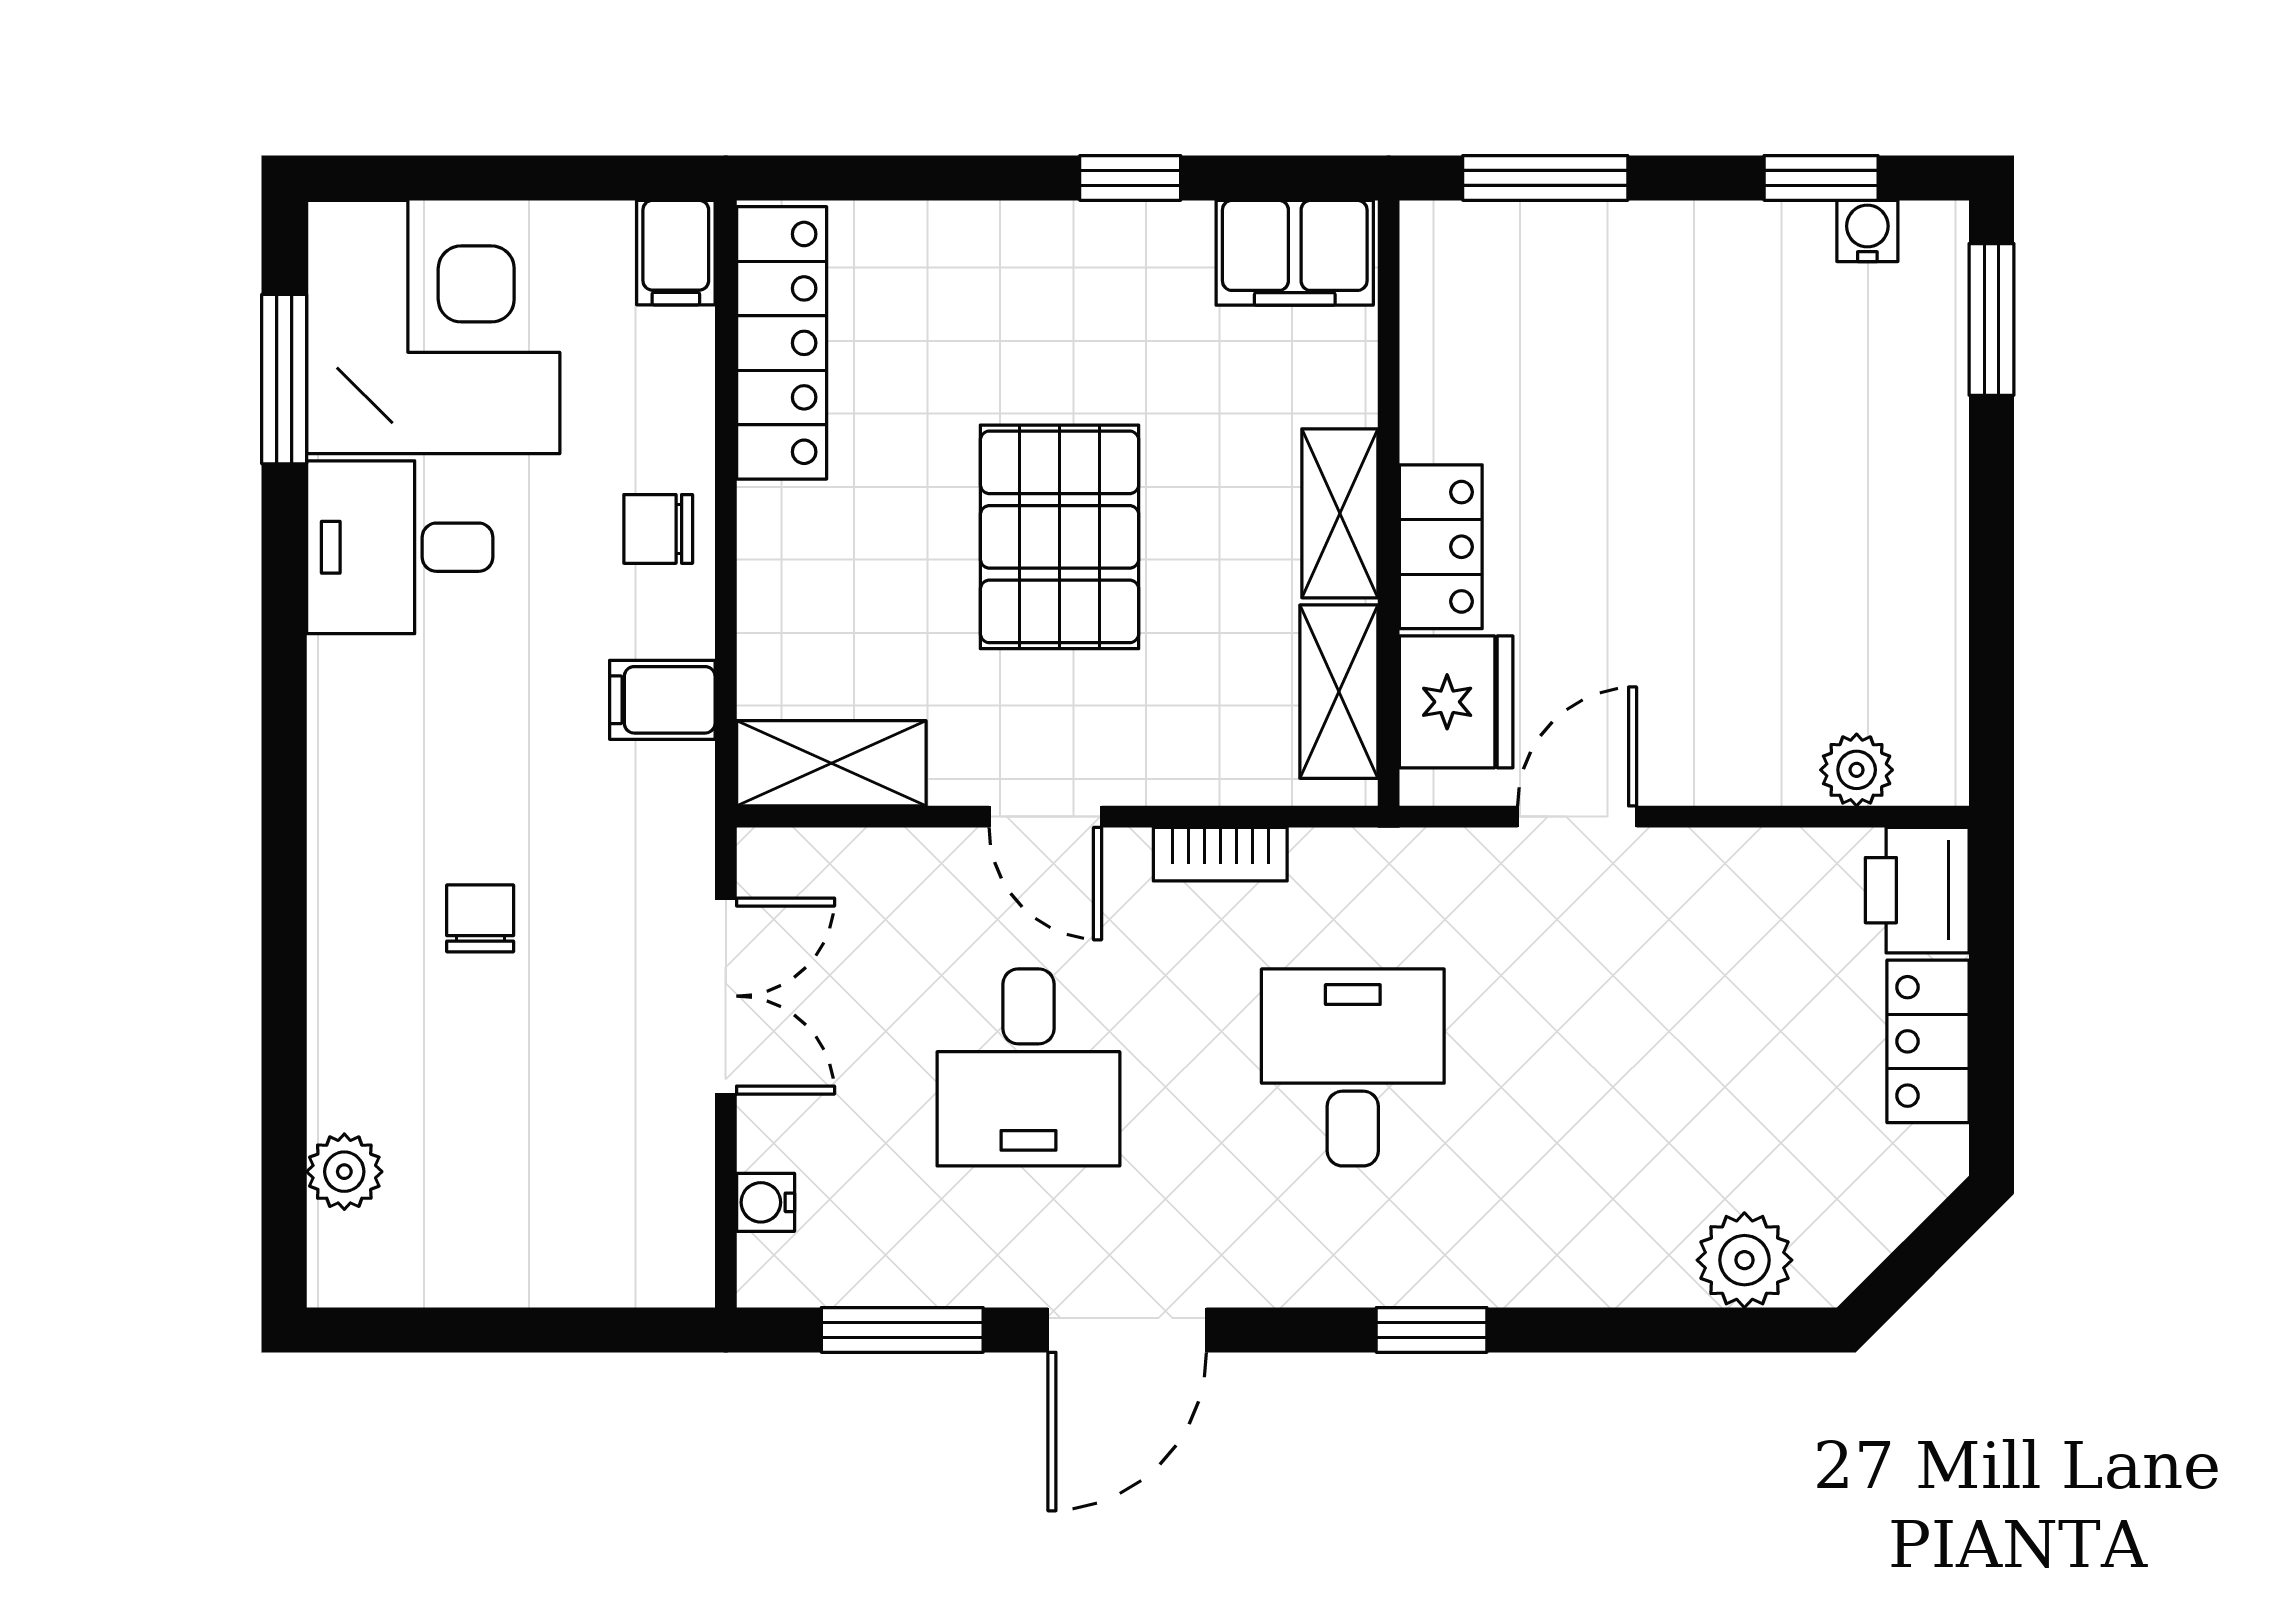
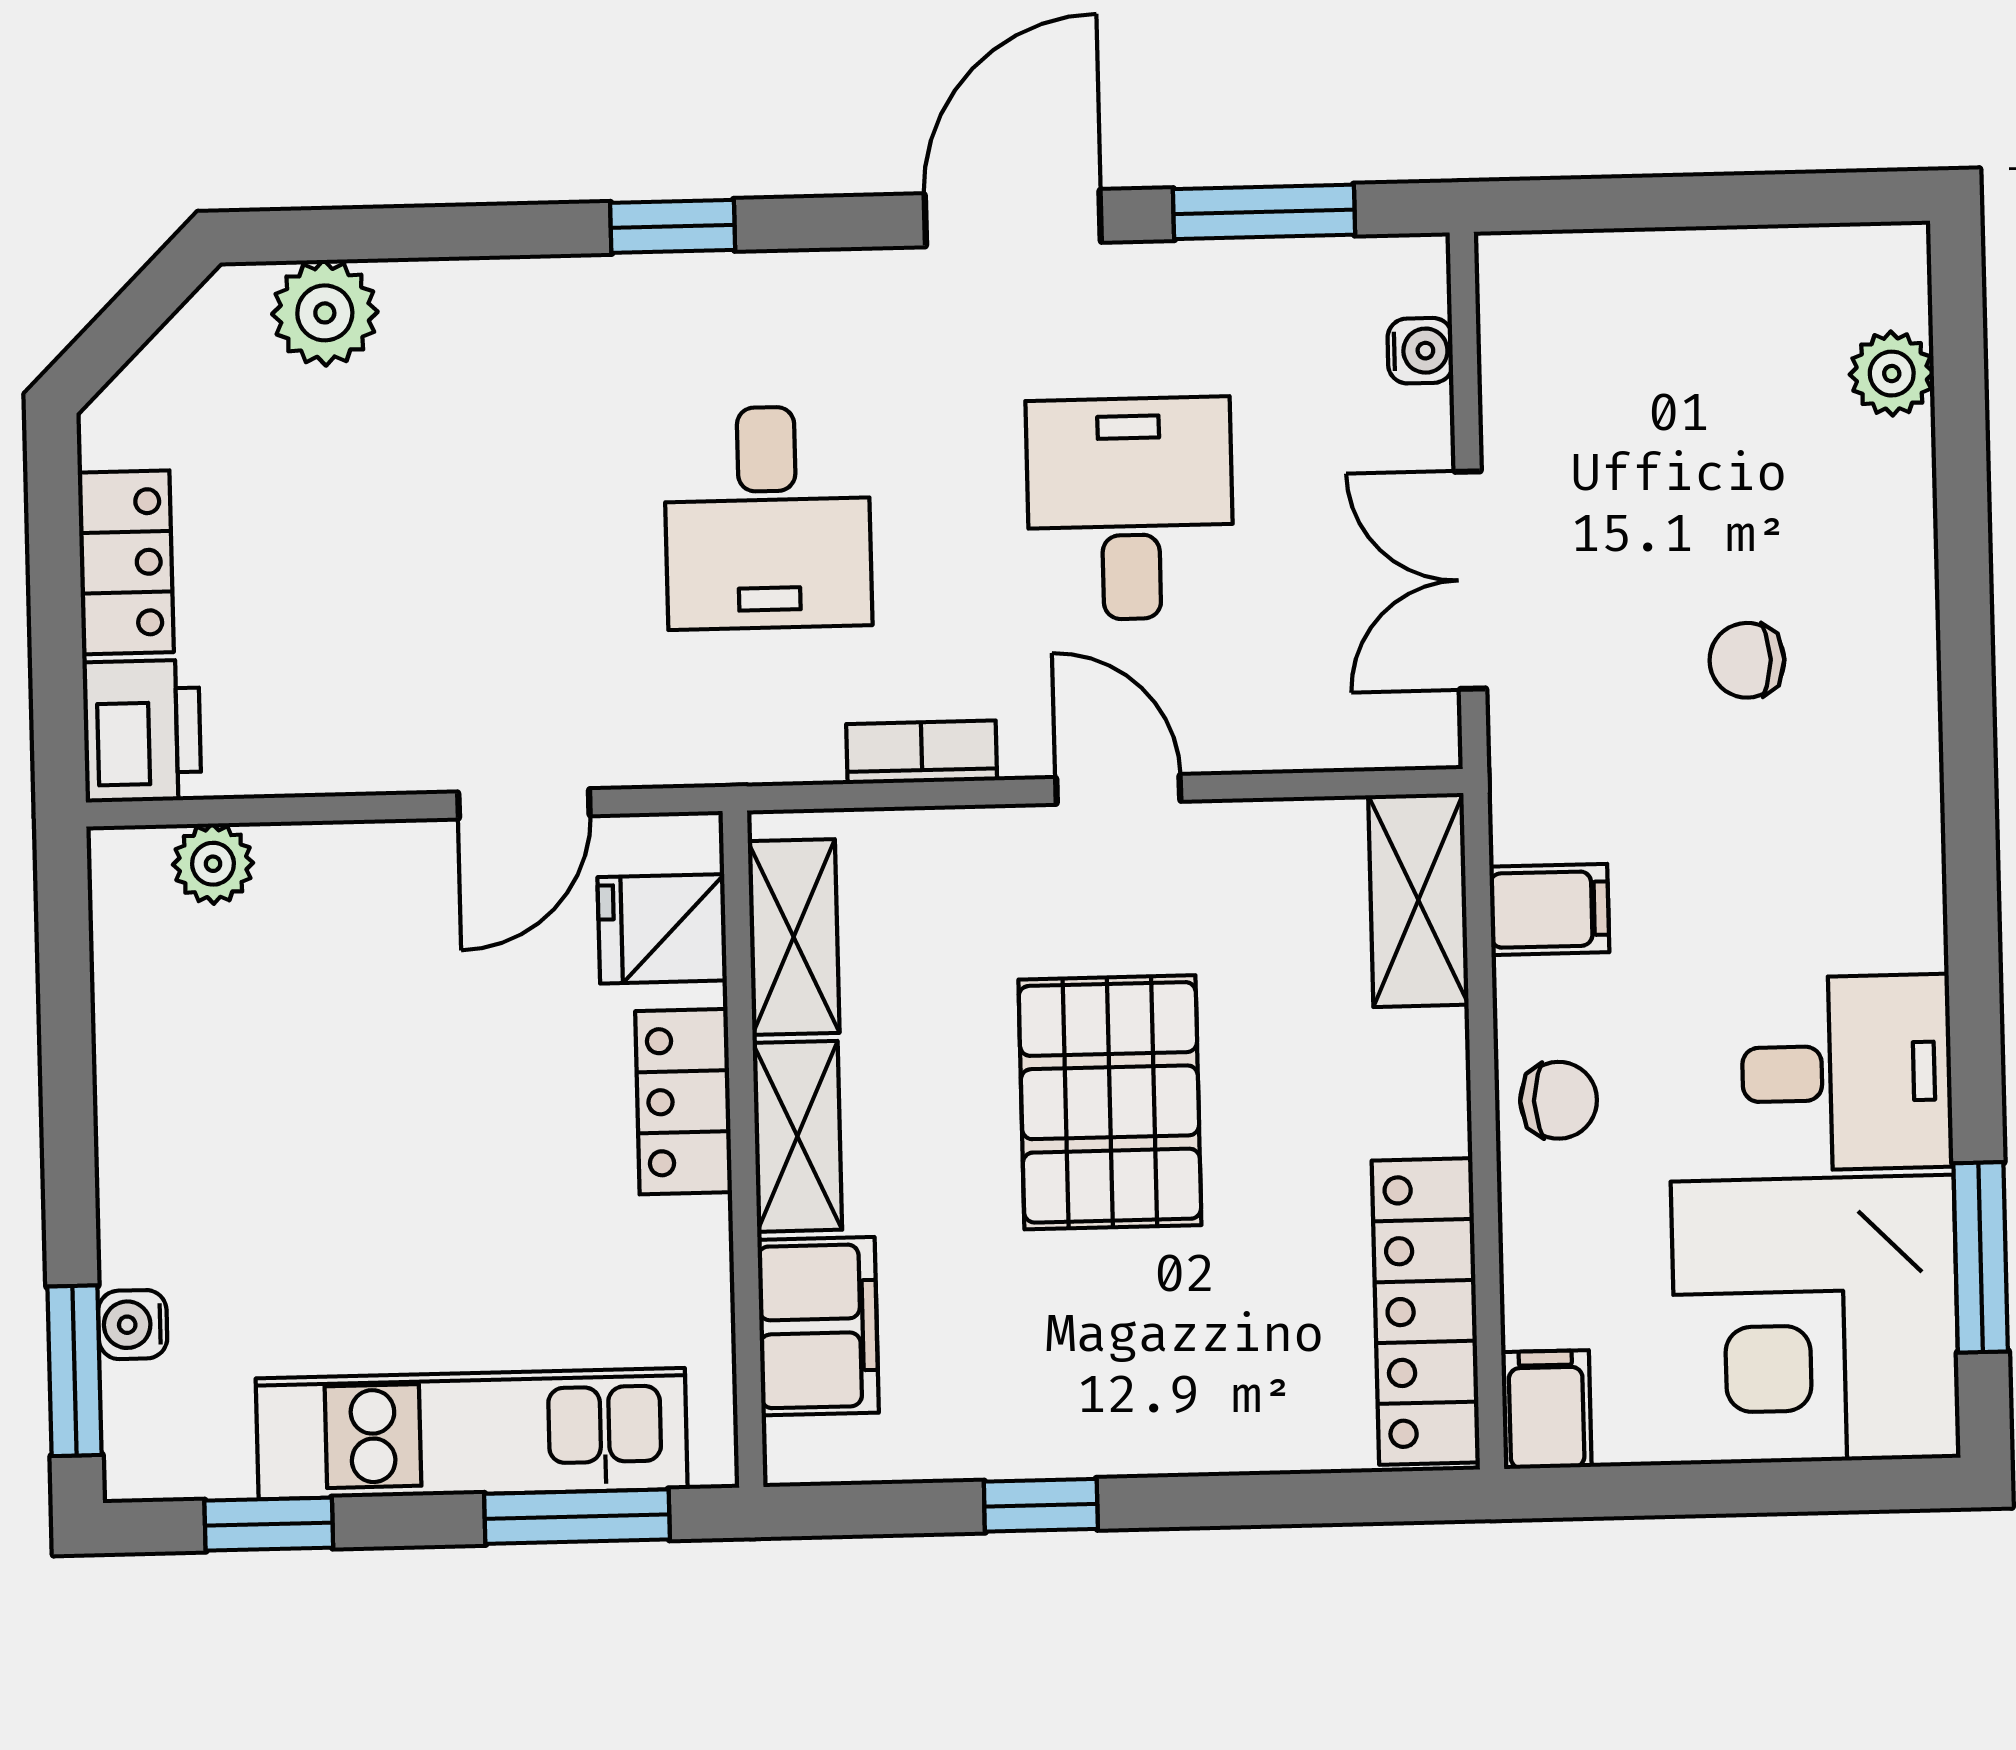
water cooler: (1867, 231) -> (133, 1325), moved, turned 90
filing cabinet: (1295, 253) -> (818, 1326), moved, turned 90
kitchen unit: (1638, 254) -> (472, 1434), added
fridge: (1456, 702) -> (662, 929), width x0.72
shelving: (831, 763) -> (1418, 900), moved, turned 90
chair: (480, 918) -> (1747, 660), turned 90

